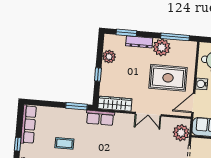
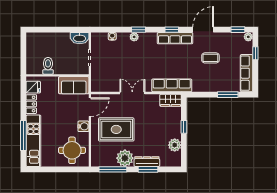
window: (126, 33) -> (148, 169), moved
wardrobe: (115, 104) -> (171, 100), width x0.67
window: (76, 106) -> (228, 95), moved
row of seats: (100, 118) -> (172, 85), width x1.48
plant: (181, 133) -> (99, 78), removed

